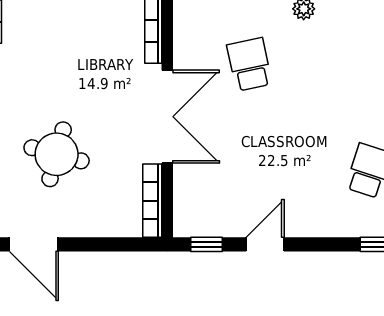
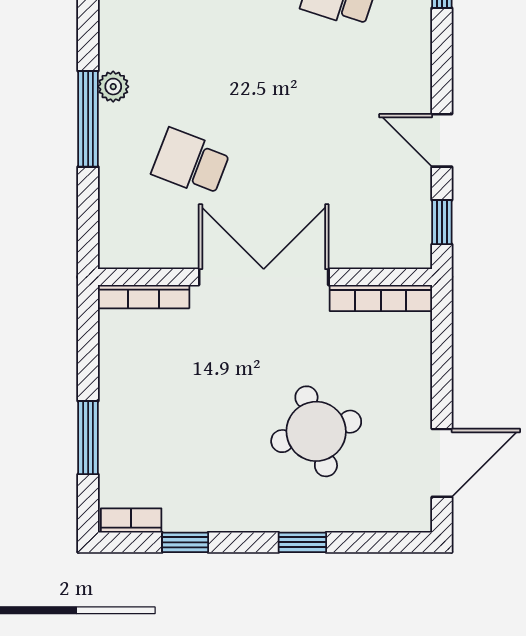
school desk: (249, 64) -> (191, 162), turned 33
round table: (57, 154) -> (316, 431), turned -31

